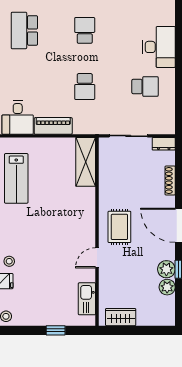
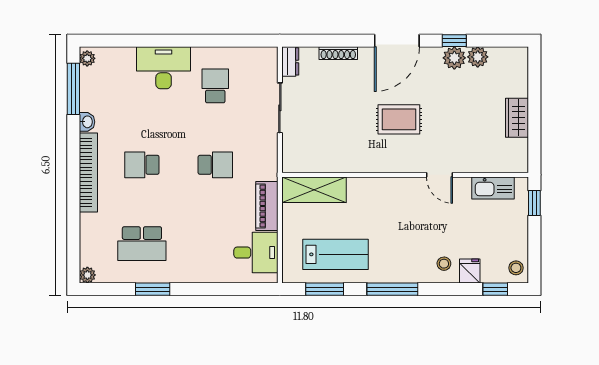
shelving: (86, 162) -> (314, 190), moved
wall: (97, 232) -> (405, 175), moved
door: (97, 258) -> (439, 175), moved
kitchen sink: (87, 299) -> (493, 188), moved

